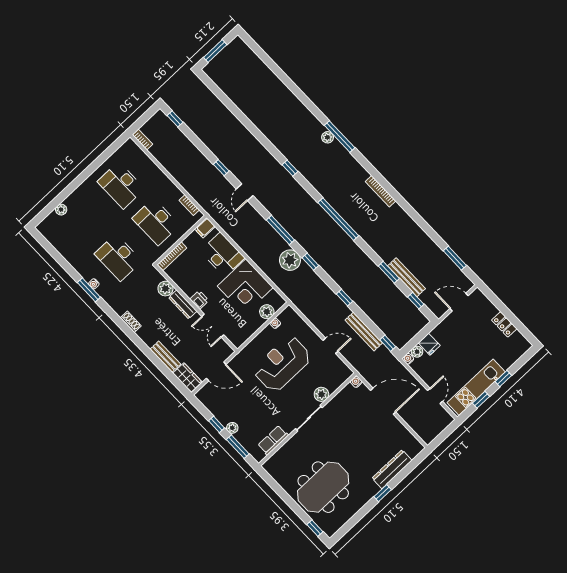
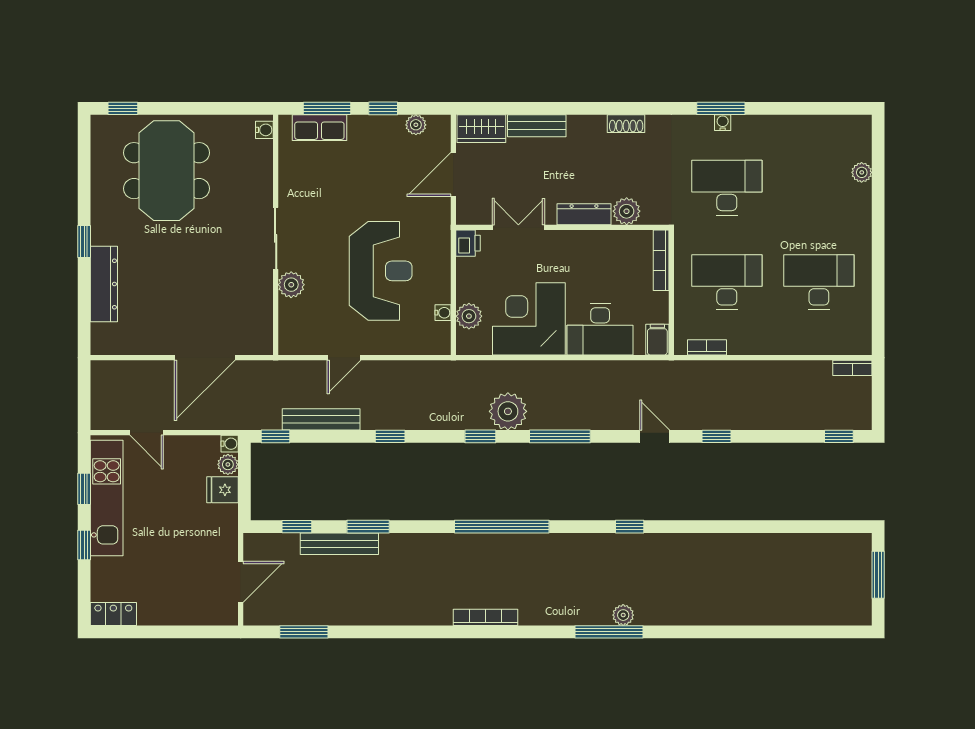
printer: (199, 300) -> (468, 243), moved, turned -90
locker: (504, 324) -> (113, 614), moved
water cooler: (356, 382) -> (264, 130), moved
plant: (232, 428) -> (416, 125), moved
row of seats: (273, 440) -> (319, 128), moved, turned 90

